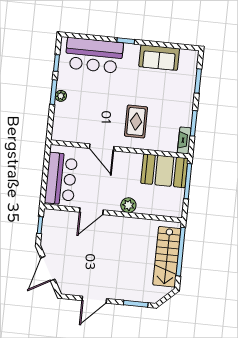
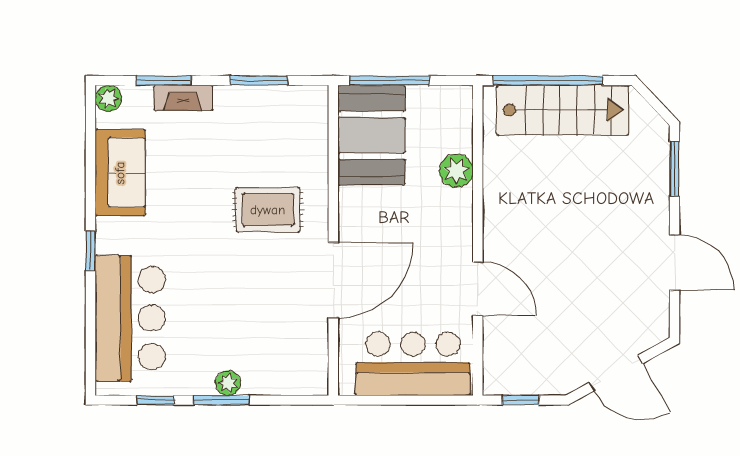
plant: (193, 56) -> (108, 98), added
fireplace: (184, 140) -> (183, 98), moved
door: (102, 147) -> (333, 280), width x1.36
plant: (128, 205) -> (456, 171), moved

